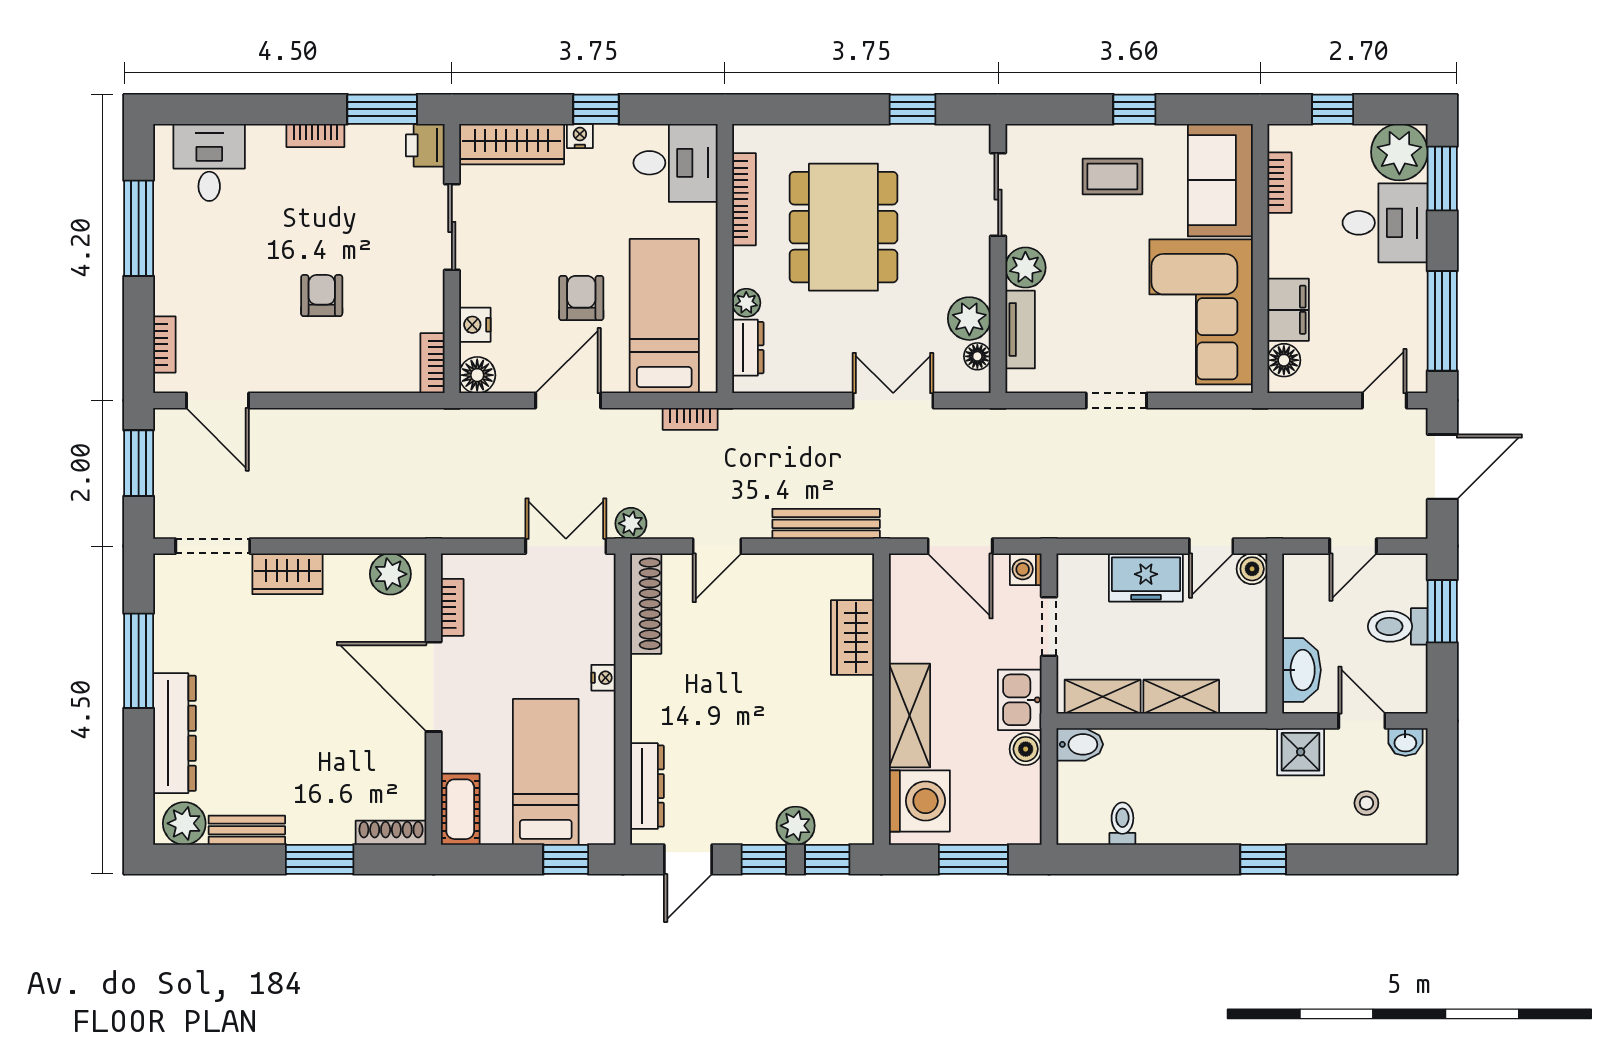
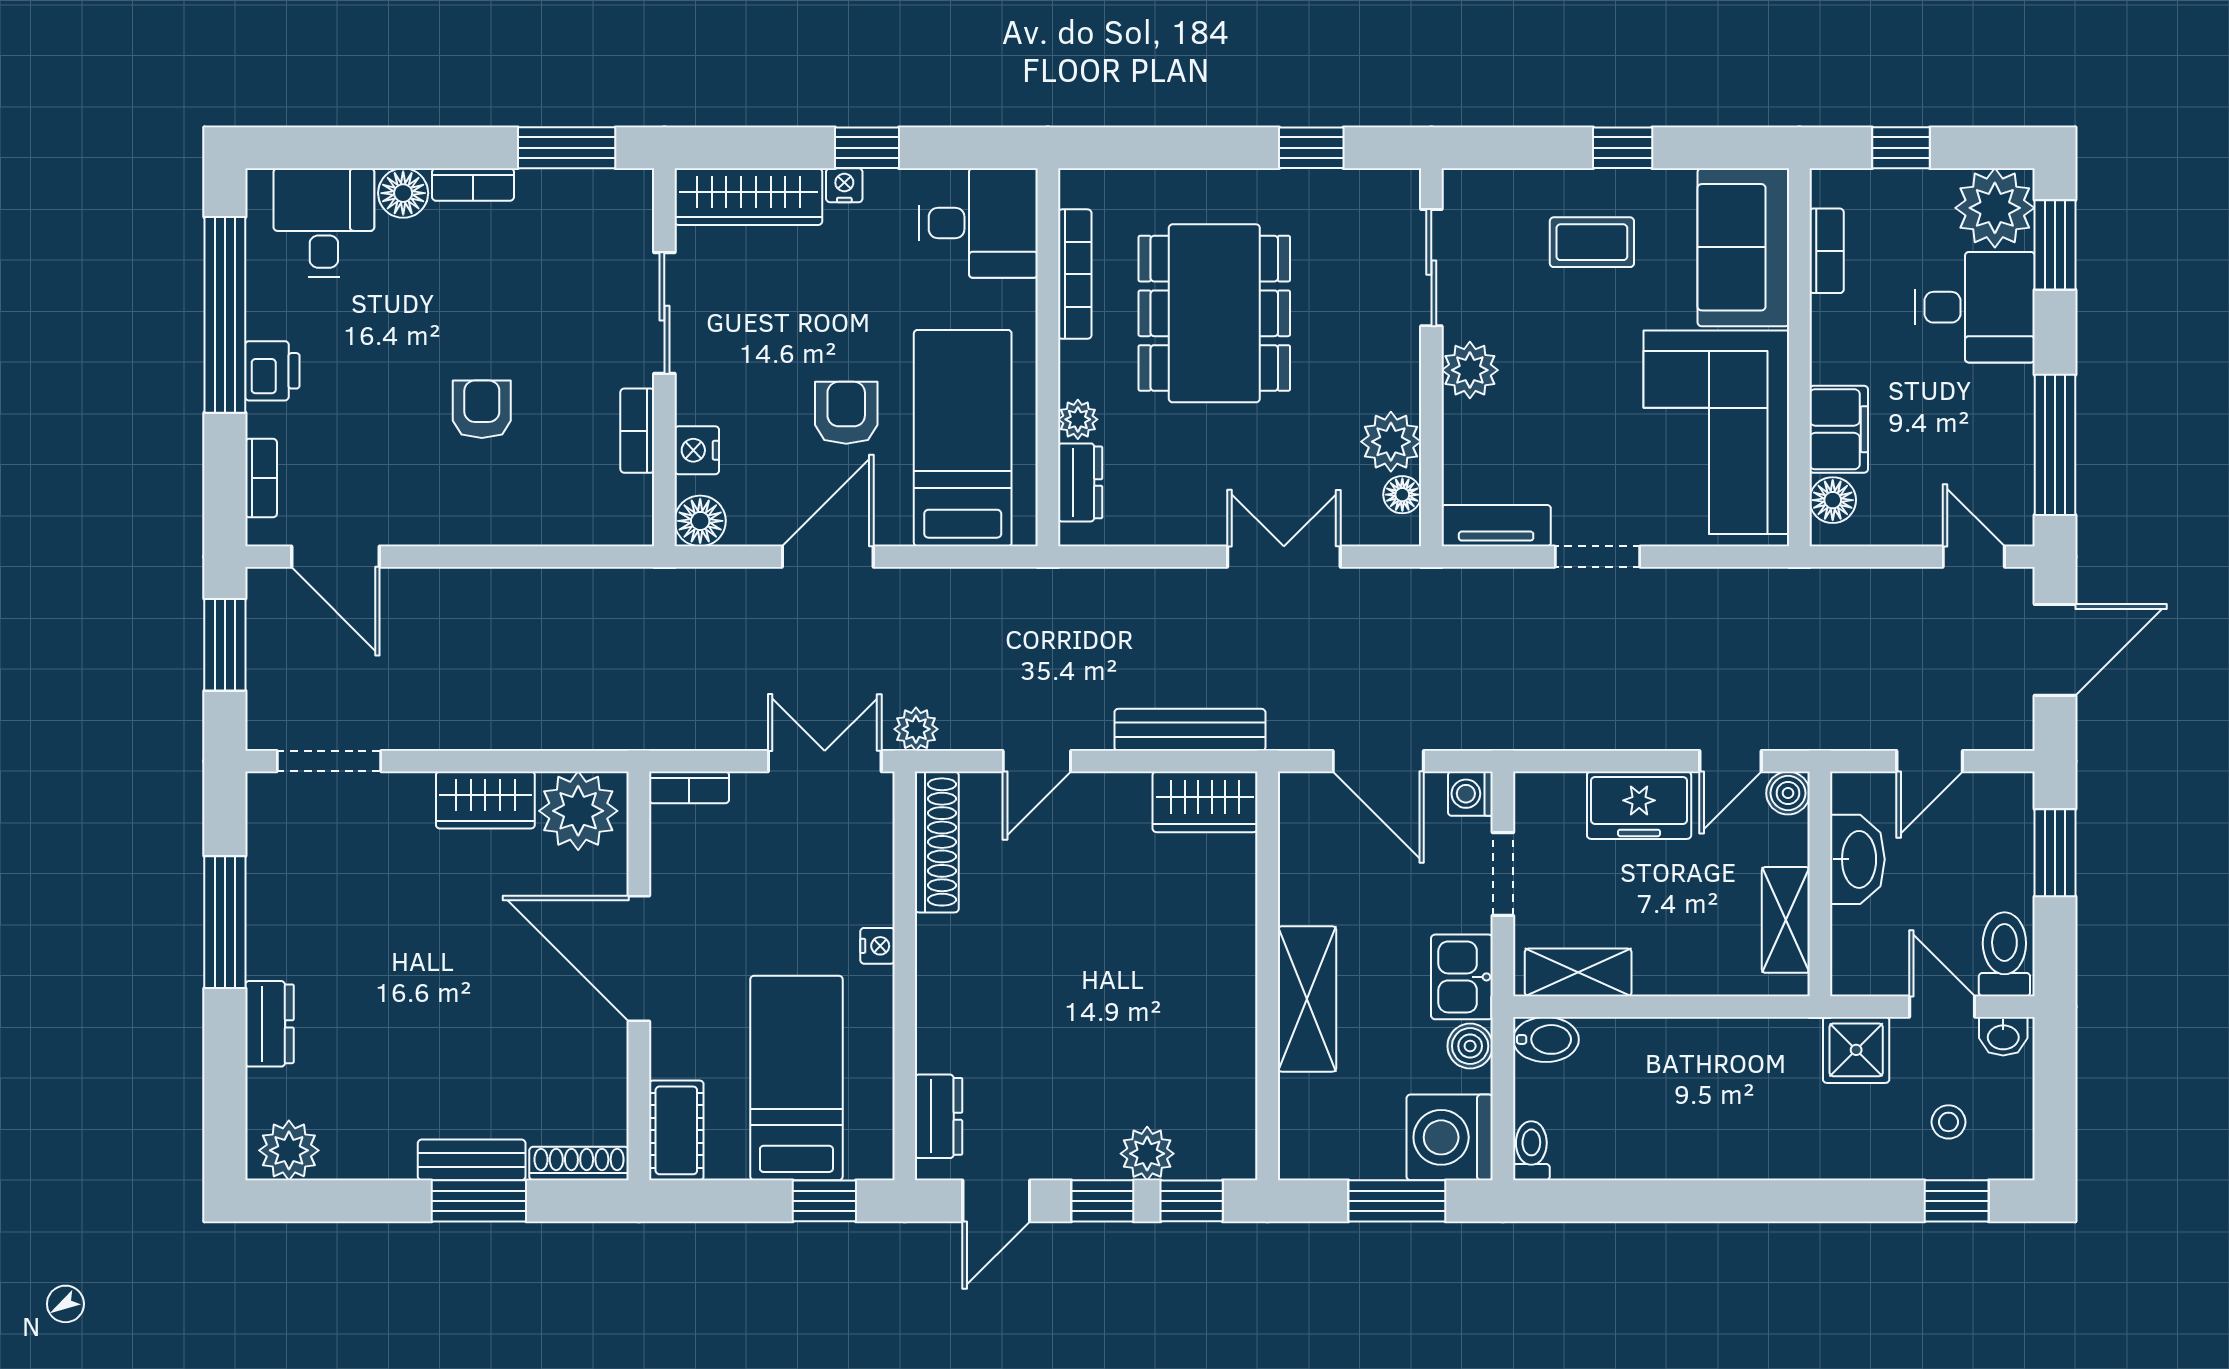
floor lamp: (266, 142) -> (403, 193), added
printer: (425, 145) -> (272, 371), moved, turned 180
window: (139, 228) -> (225, 315), width x1.46
tv unit: (1020, 330) -> (1496, 526), moved, turned -90
bookcase: (432, 363) -> (637, 431), moved
door: (1384, 401) -> (1974, 557), hinge flipped
bookcase: (690, 419) -> (999, 582), removed
wardrobe: (287, 574) -> (485, 800), moved
plant: (390, 574) -> (578, 811), width x1.36, depth x1.36
bookcase: (452, 607) -> (689, 787), moved, turned 90
toilet: (1398, 626) -> (2004, 954), moved, turned 90
wardrobe: (853, 638) -> (1205, 802), moved, turned -90
washbasin: (1302, 670) -> (1857, 859), moved
shelving: (1181, 697) -> (1786, 920), moved, turned 90
dresser: (175, 733) -> (269, 1024), width x0.51, depth x0.80
dresser: (647, 786) -> (939, 1116), width x0.70
washing machine: (919, 801) -> (1450, 1137), moved, turned 180
toilet: (1122, 824) -> (1531, 1151), moved
bench: (247, 830) -> (472, 1160), moved
window: (1263, 859) -> (1957, 1201), moved

